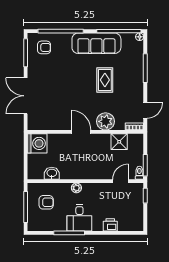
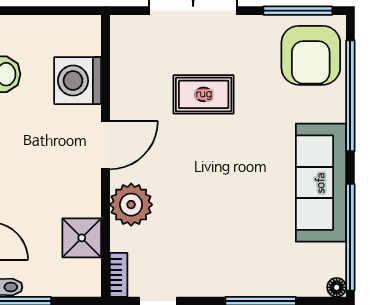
armchair: (44, 47) -> (311, 55), width x1.88, depth x1.88
rug: (105, 80) -> (204, 94), moved
washing machine: (37, 143) -> (78, 81), moved, turned 90

